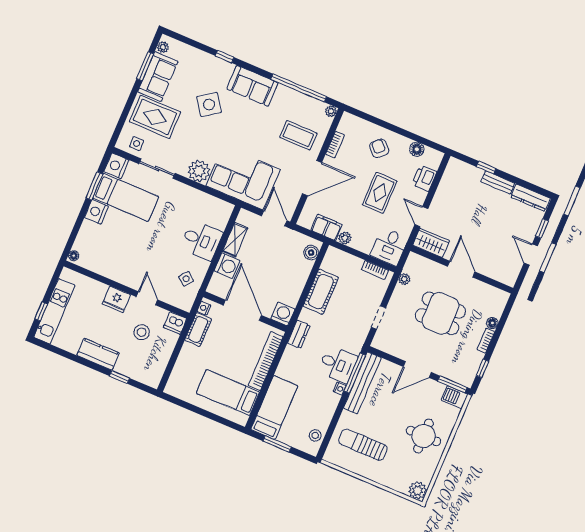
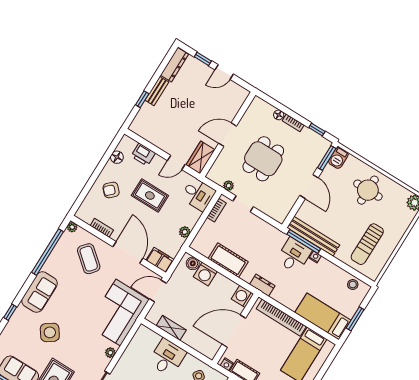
coffee table: (298, 135) -> (89, 259), turned -50
plant: (199, 171) -> (110, 353), width x0.53, depth x0.53
filing cabinet: (327, 228) -> (160, 260), moved, turned 90
washing machine: (227, 266) -> (205, 274), moved, turned 180
doorway: (378, 317) -> (243, 204), moved

